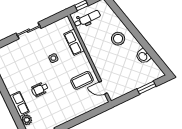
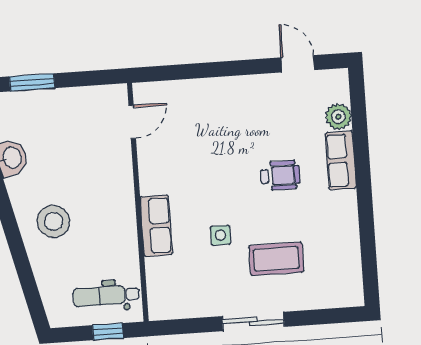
row of seats: (74, 42) -> (156, 226), moved
coffee table: (82, 80) -> (276, 259), moved
door: (103, 88) -> (132, 122), hinge flipped

